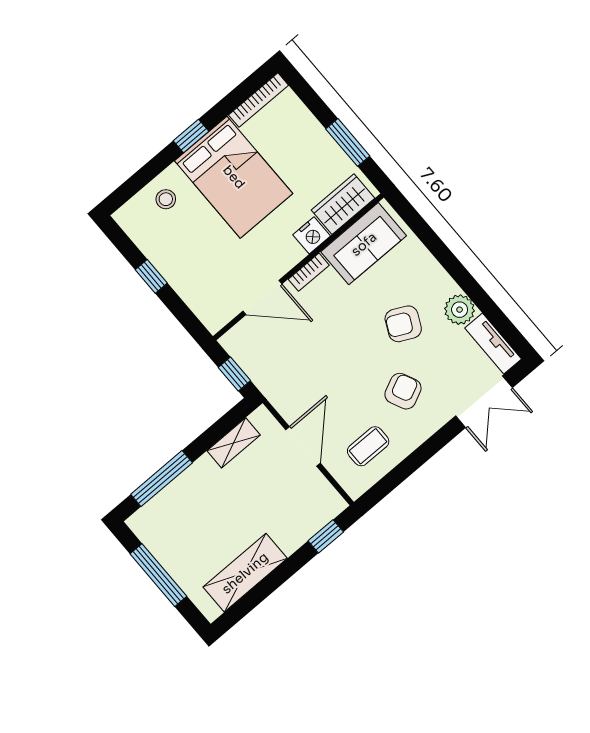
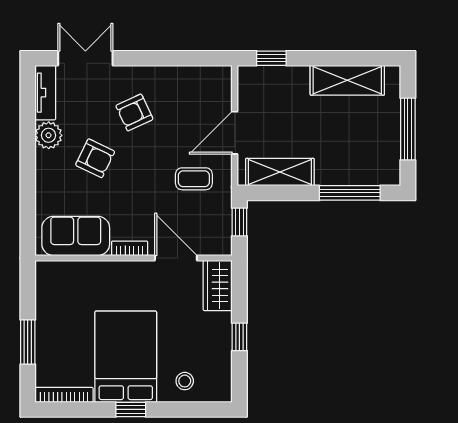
window: (348, 142) -> (28, 342), moved
wardrobe: (343, 204) -> (218, 285), moved, turned 90
nightstand: (312, 235) -> (106, 272), removed
shelving: (234, 443) -> (280, 172), width x1.50, depth x1.33
coffee table: (368, 446) -> (194, 179), moved

